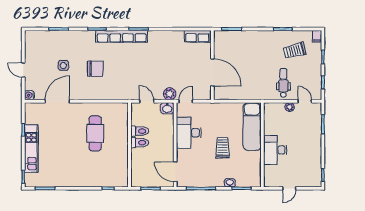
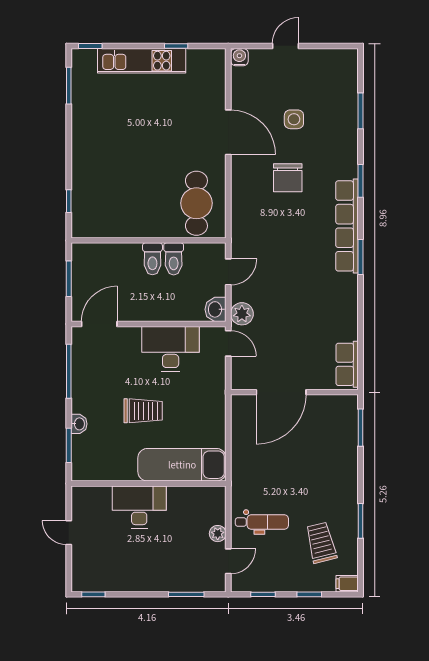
door: (57, 101) -> (228, 132), moved
cafe table: (95, 133) -> (196, 203), moved, turned 90

